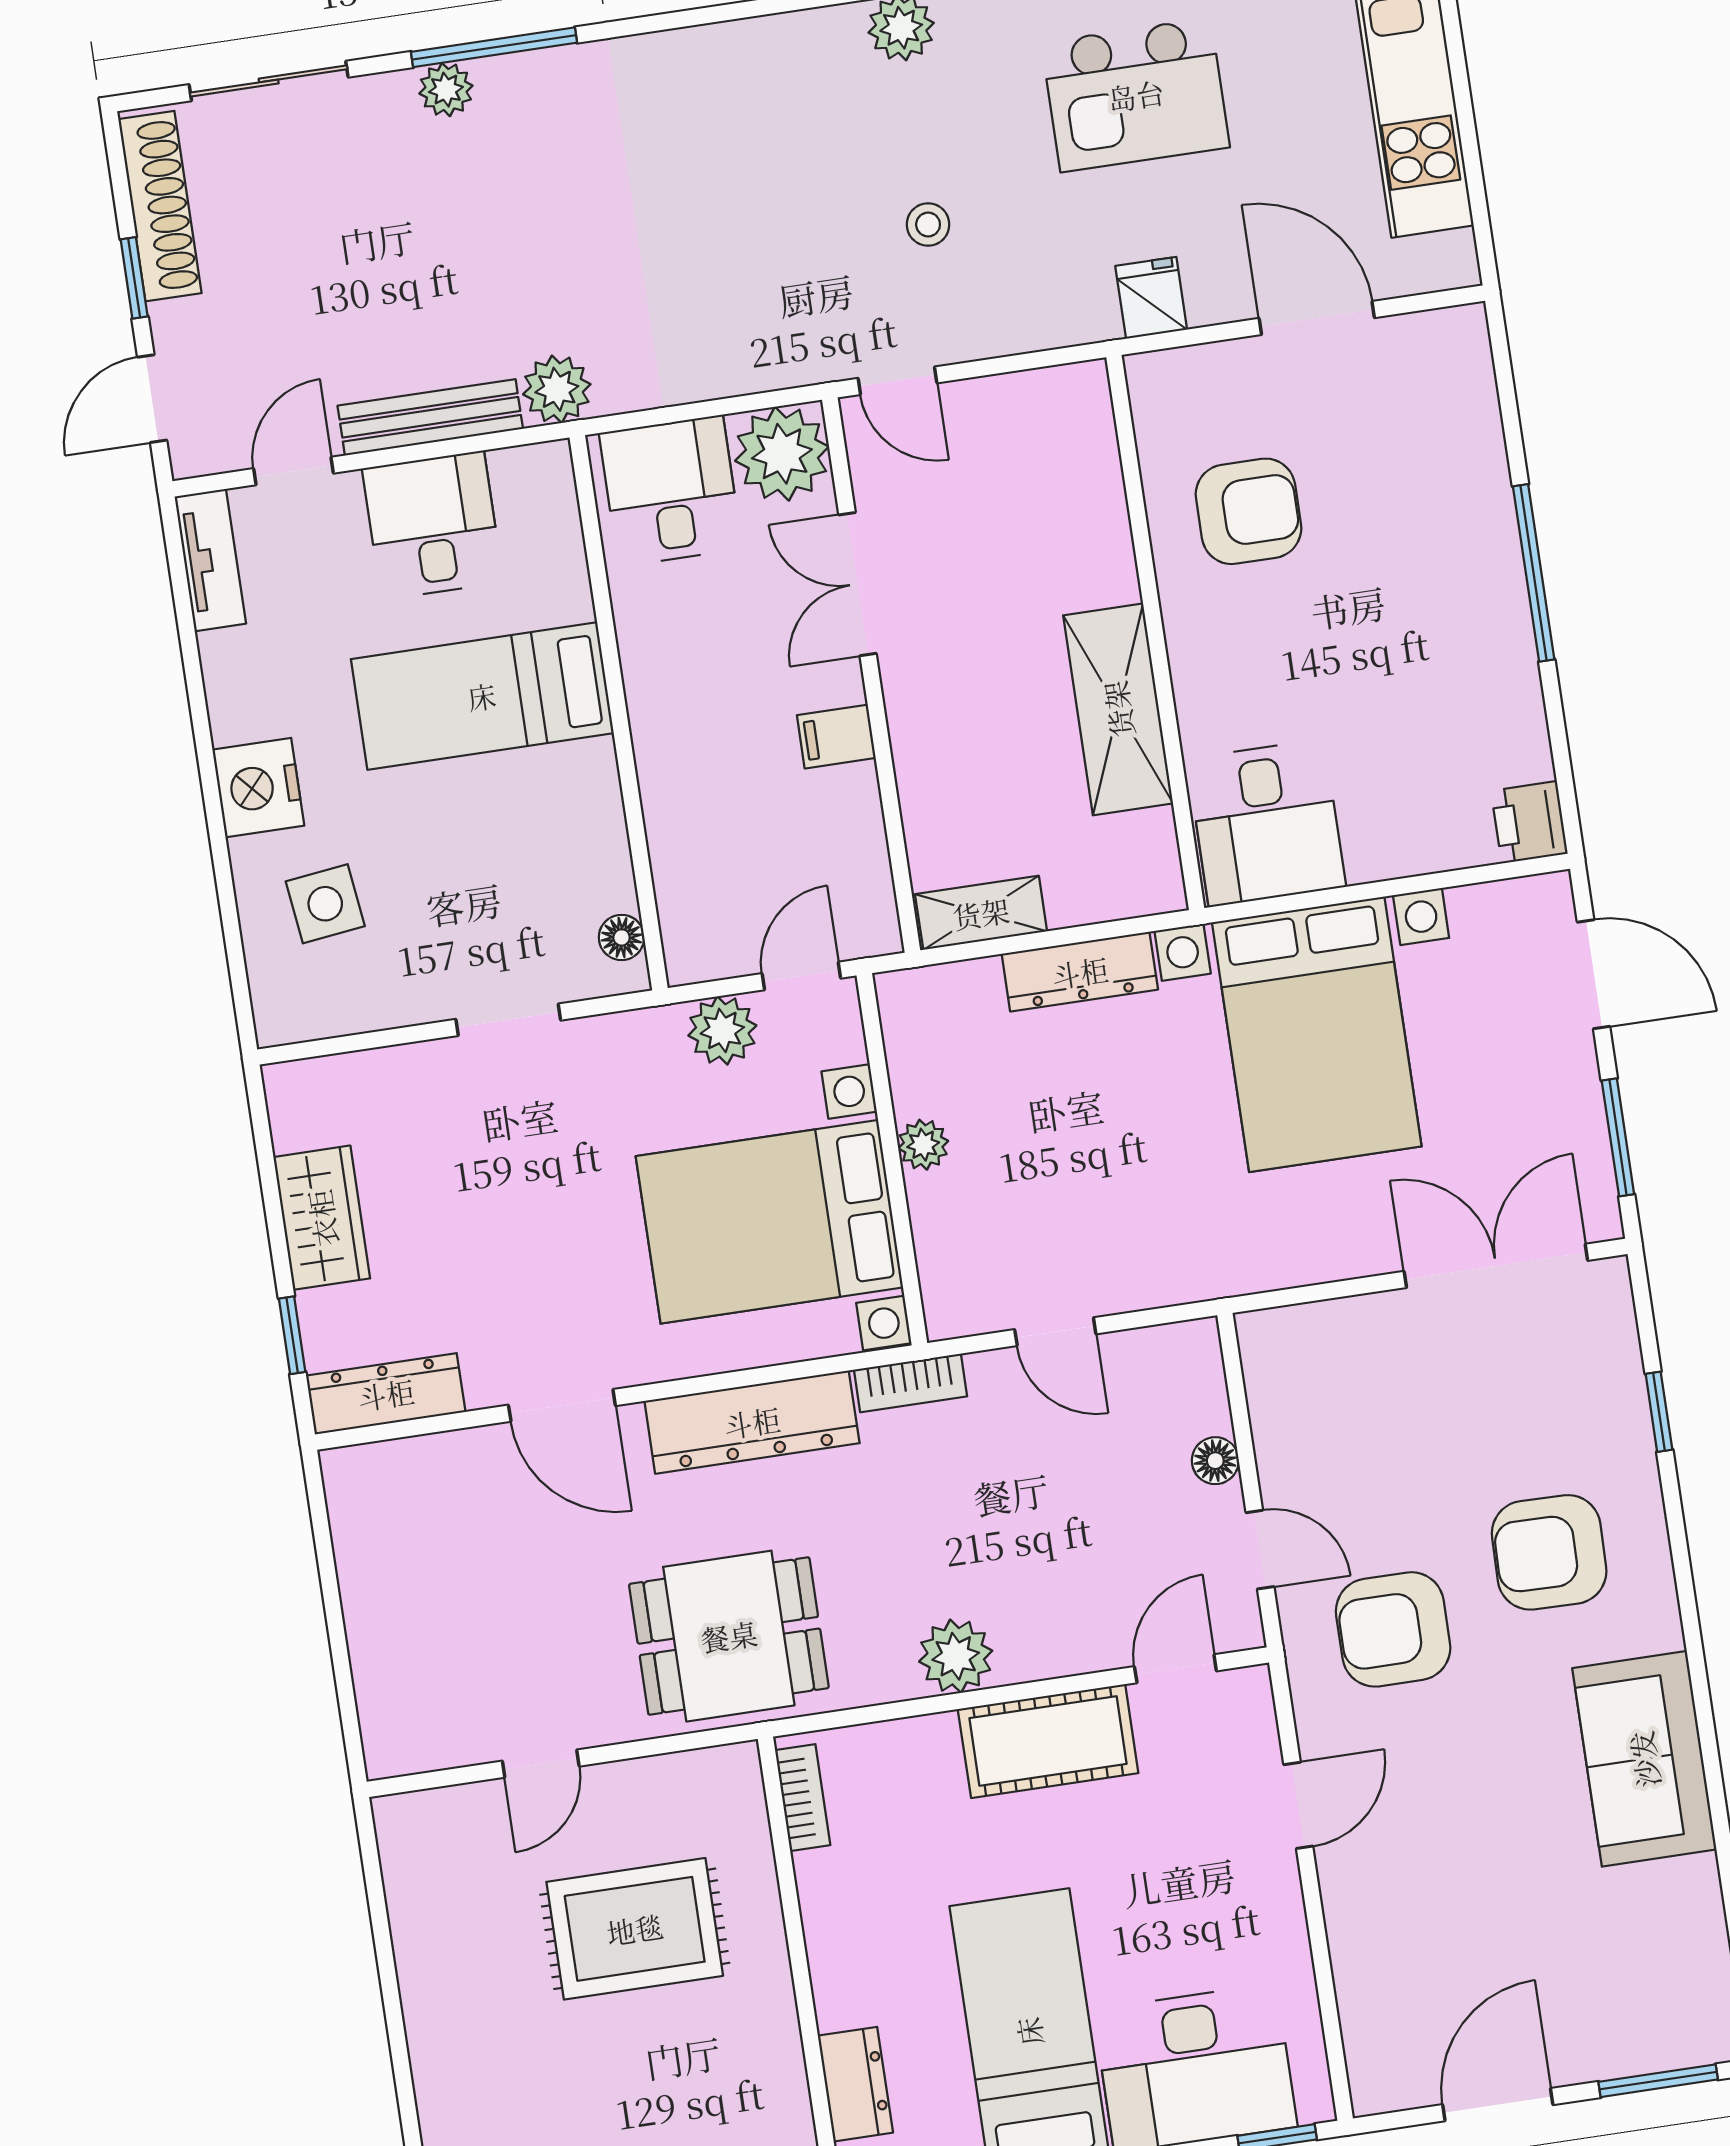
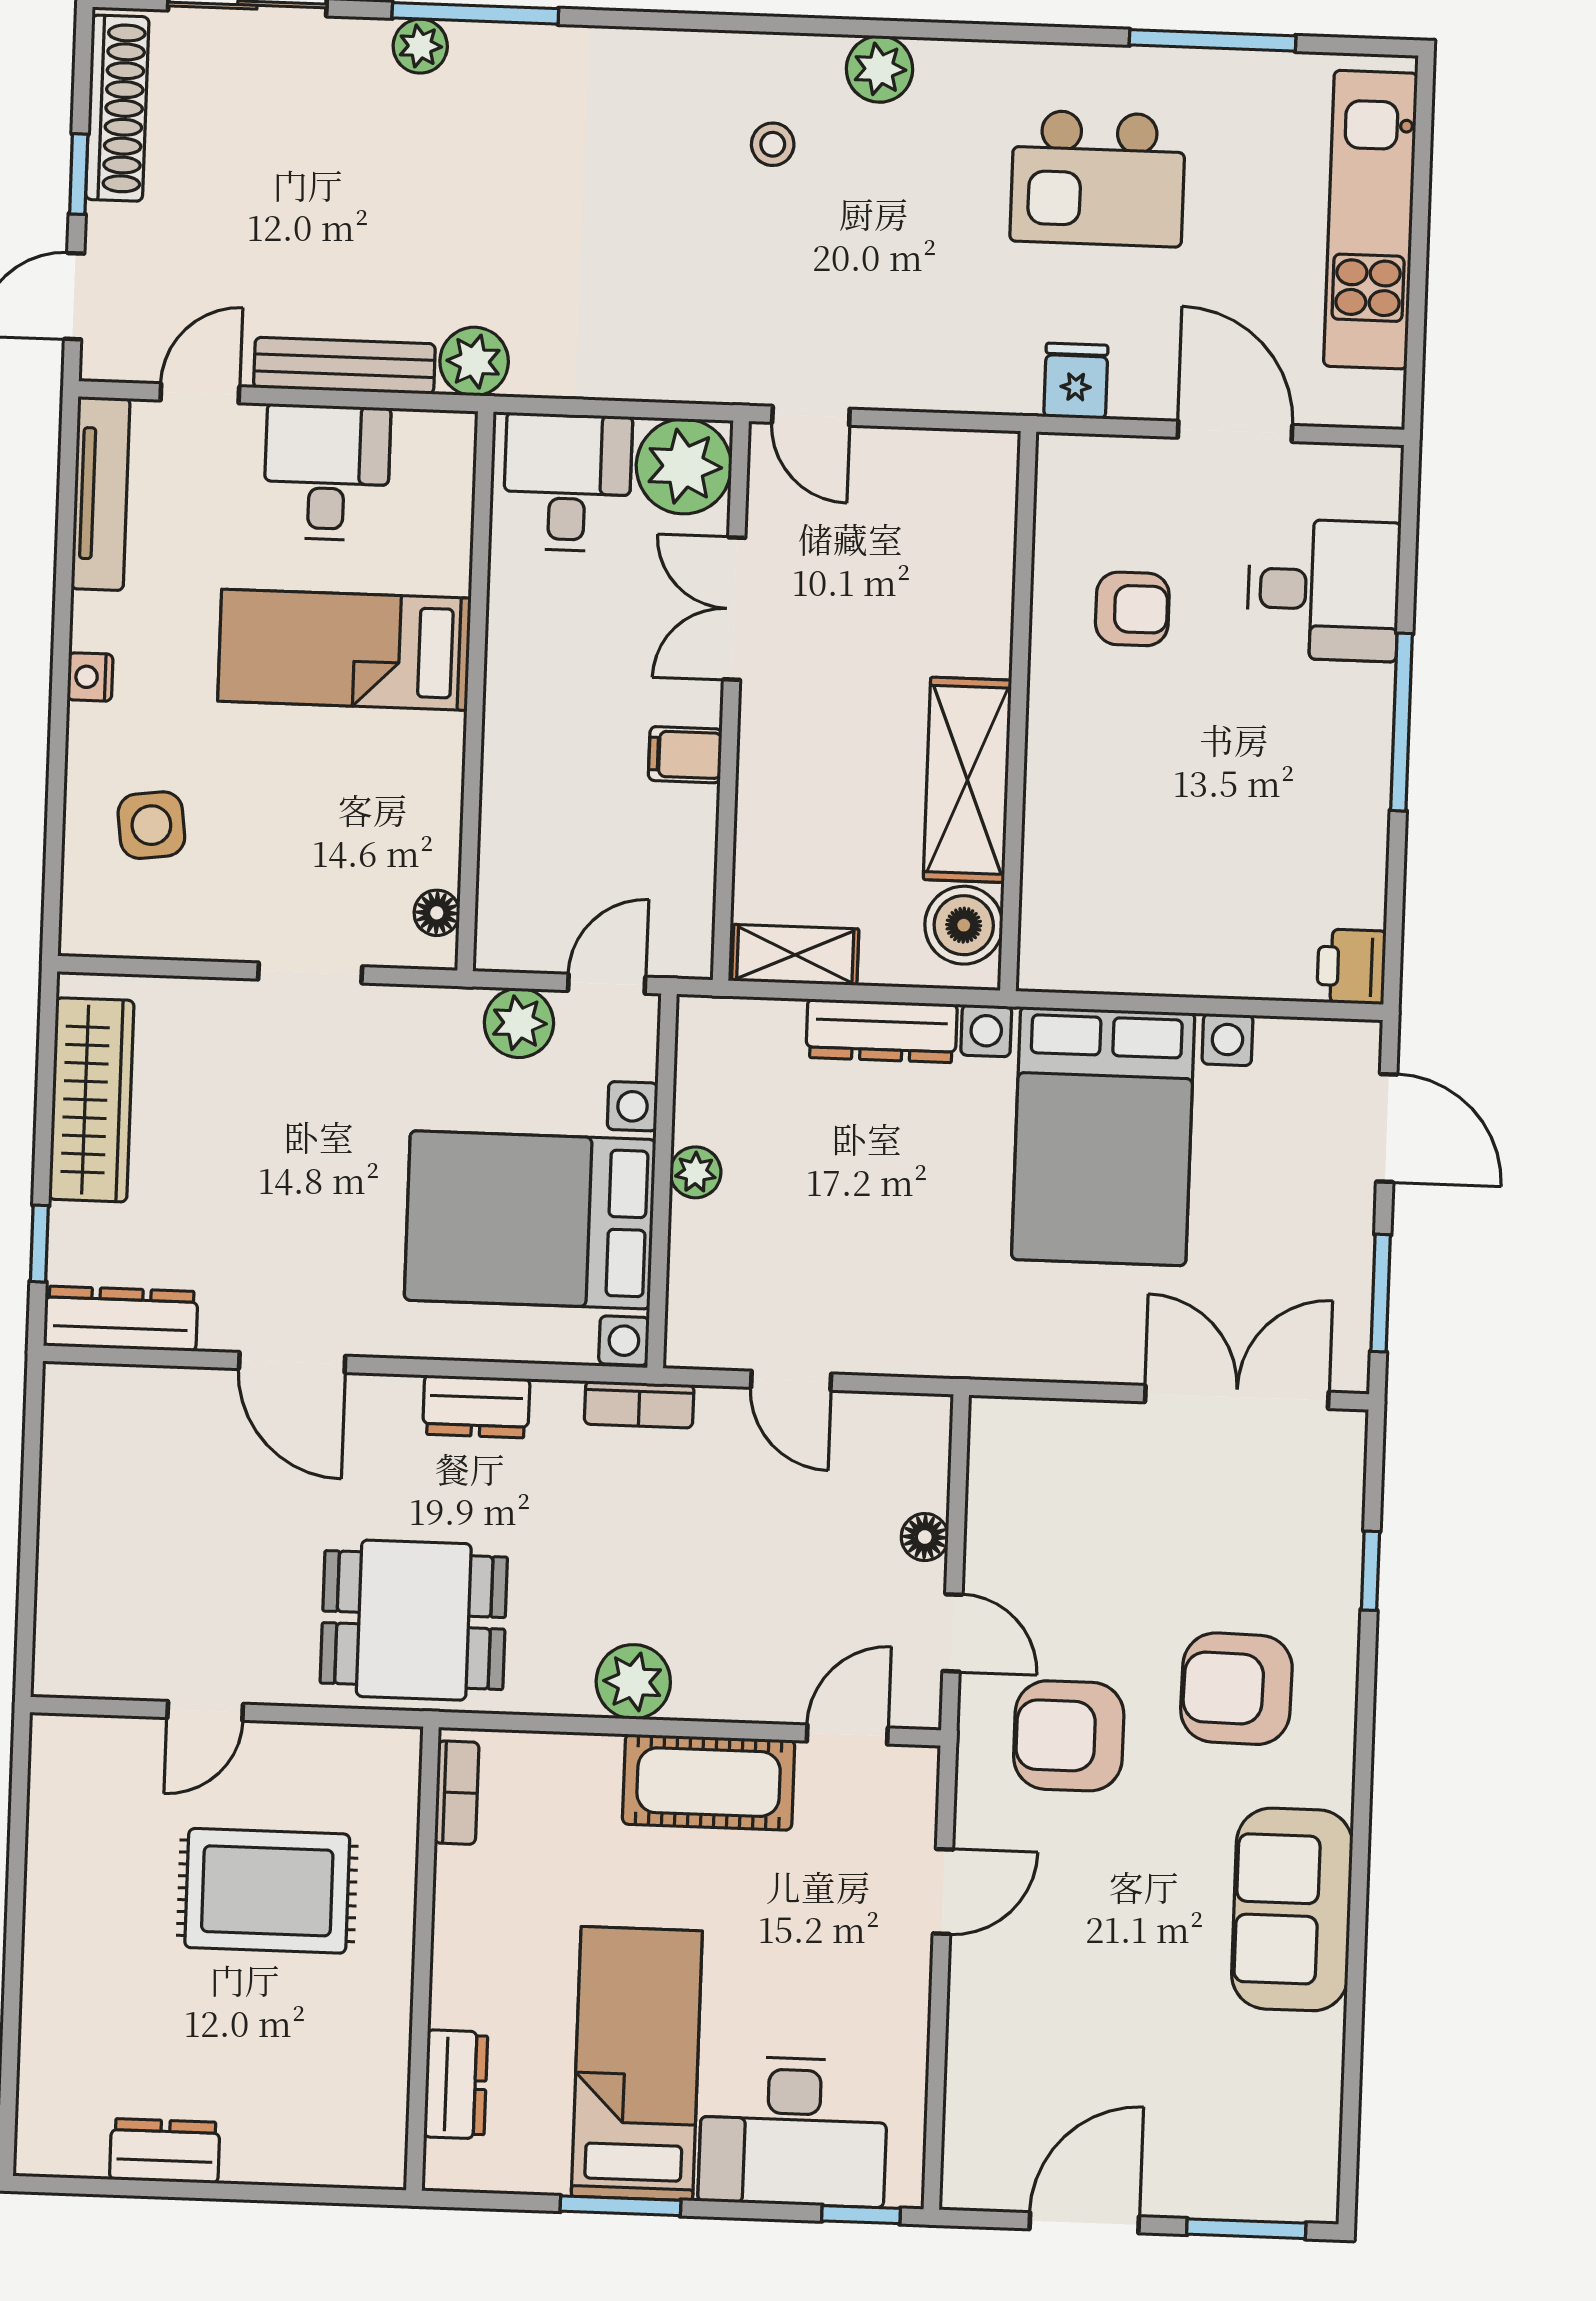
stool: (928, 224) -> (773, 144), moved
armchair: (1248, 511) -> (1132, 609), width x0.72, depth x0.72
tv unit: (210, 560) -> (101, 494), width x1.41
nightstand: (258, 788) -> (90, 677), width x0.53, depth x0.56
desk: (1266, 823) -> (1324, 590), moved, turned -90
boiler: (1141, 853) -> (964, 925), added
wardrobe: (322, 1218) -> (91, 1100), width x1.50
dresser: (752, 1422) -> (476, 1406), width x0.51, depth x0.80

